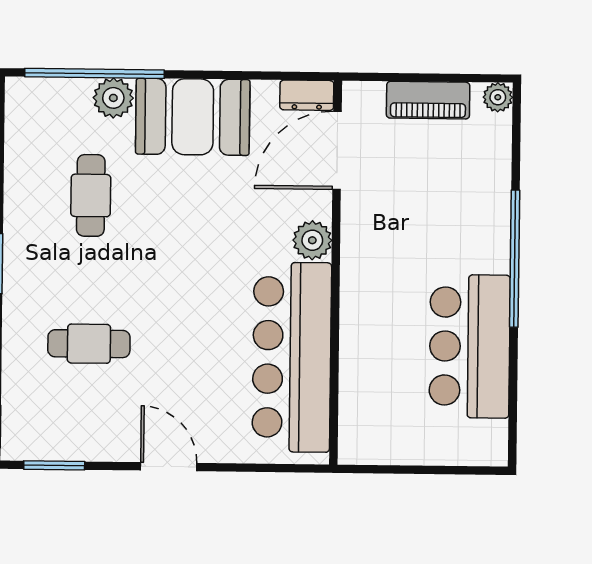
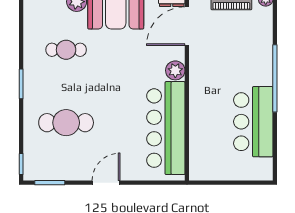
cafe table: (91, 195) -> (66, 50), turned 90
cafe table: (89, 344) -> (66, 123), width x1.37, depth x1.35
door: (169, 467) -> (106, 183), hinge flipped

